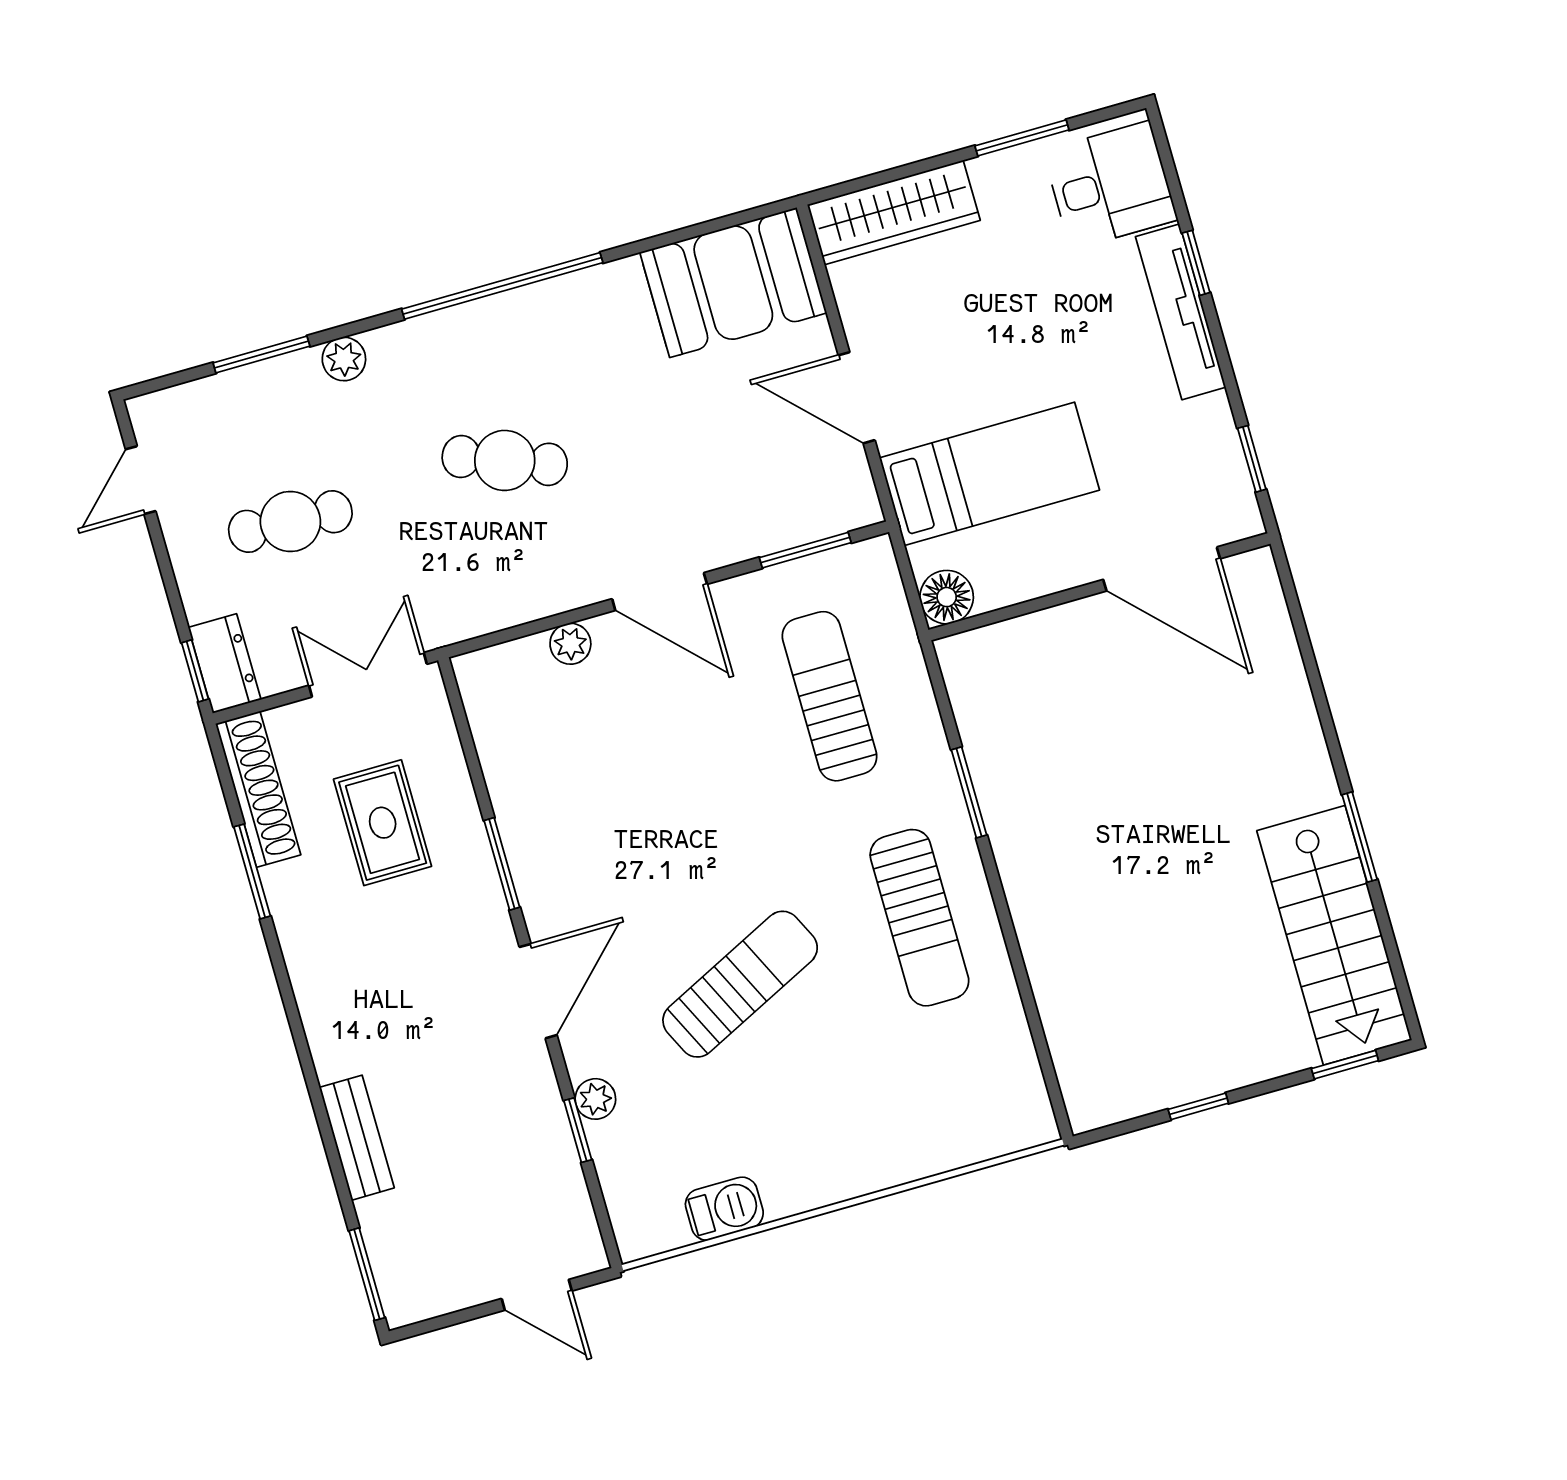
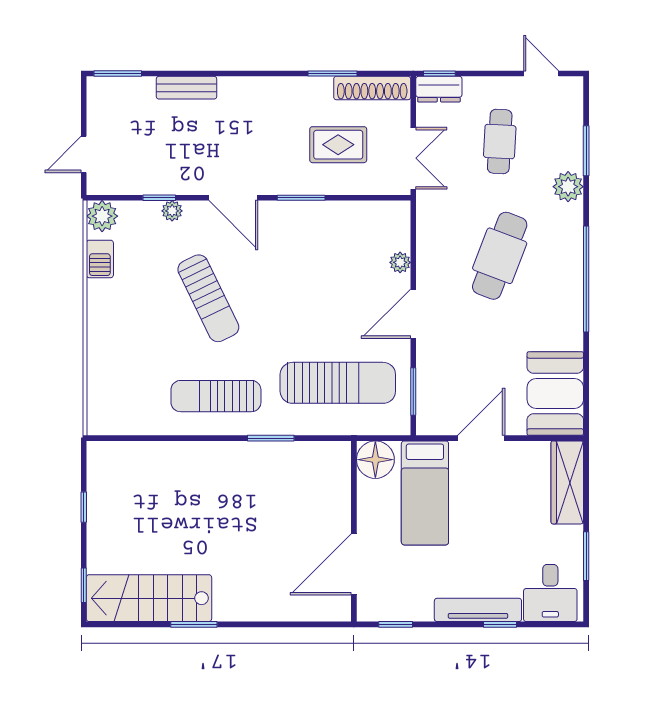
plant: (344, 359) -> (568, 187), width x1.38, depth x1.38
cafe table: (505, 460) -> (500, 256), width x1.37, depth x1.35
floor lamp: (947, 597) -> (375, 460), width x1.38, depth x1.38
sun lounger: (830, 696) -> (338, 383), width x1.36, depth x1.34
plant: (643, 1227) -> (102, 216), added

